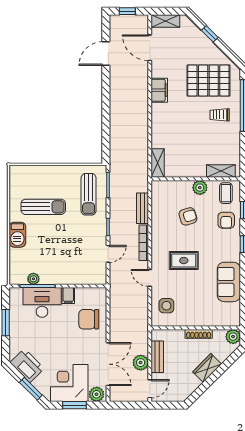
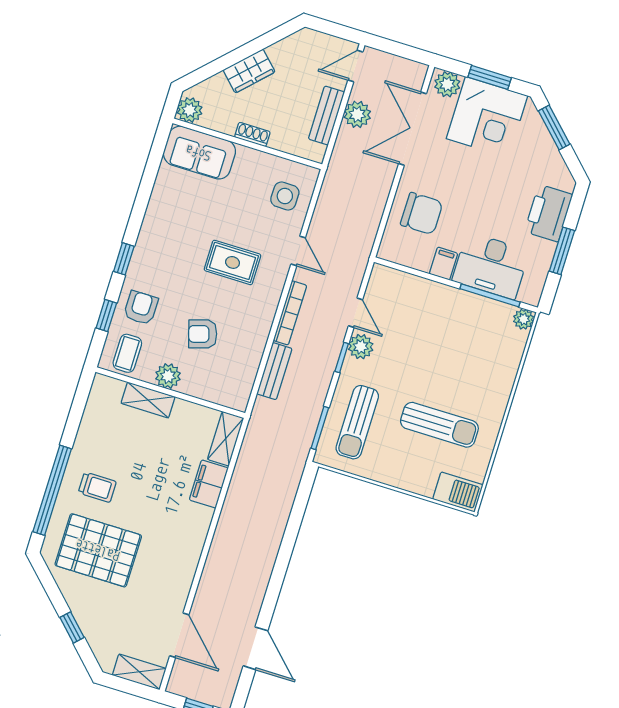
door: (106, 54) -> (255, 648), hinge flipped
filing cabinet: (159, 90) -> (209, 484), moved
shelving: (221, 171) -> (148, 400), moved
sun lounger: (89, 194) -> (357, 422), turned 180
sun lounger: (43, 207) -> (439, 425), turned 180
barbecue: (17, 235) -> (458, 492), moved, turned 90
plant: (99, 236) -> (361, 347), added
door: (108, 254) -> (355, 313), swing flipped
plant: (33, 279) -> (524, 319), moved
sofa: (229, 282) -> (199, 153), moved, turned 90
shoe rack: (199, 334) -> (252, 134), width x0.70
printer: (27, 366) -> (548, 213), moved, turned 45

